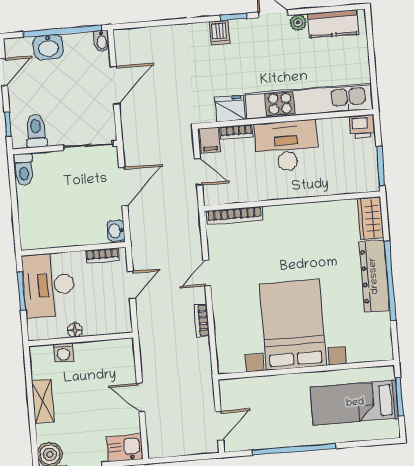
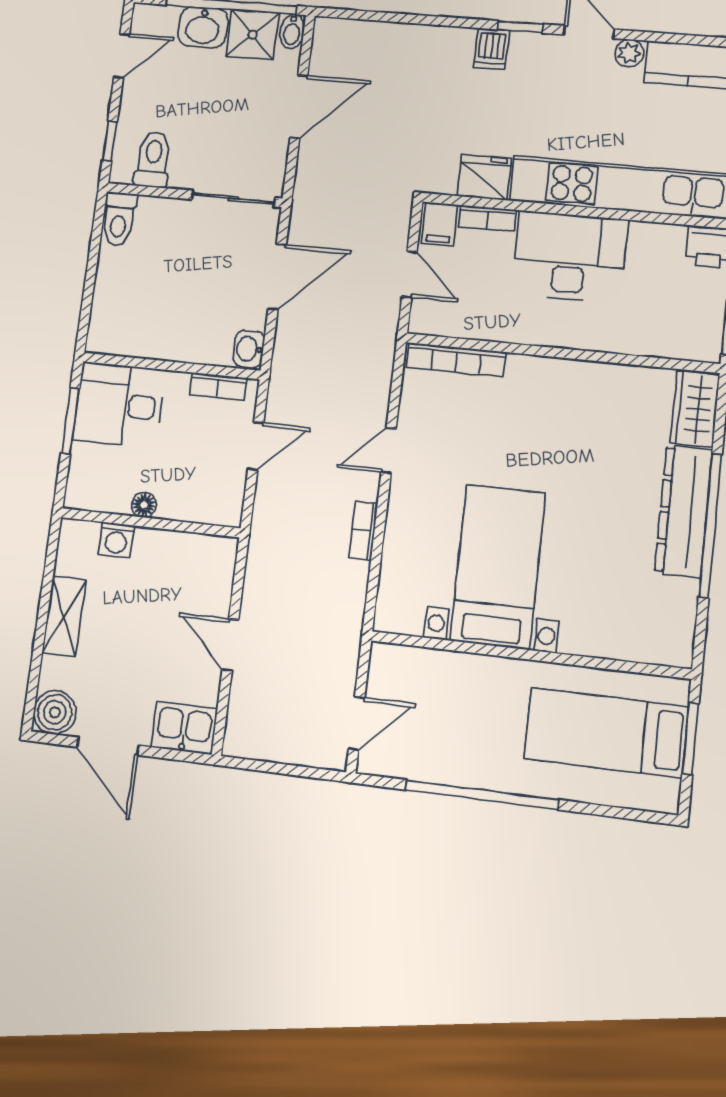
shower: (79, 47) -> (253, 35), added
desk: (49, 285) -> (119, 405), width x0.73
bed with nightstands: (293, 324) -> (498, 567), width x0.73

